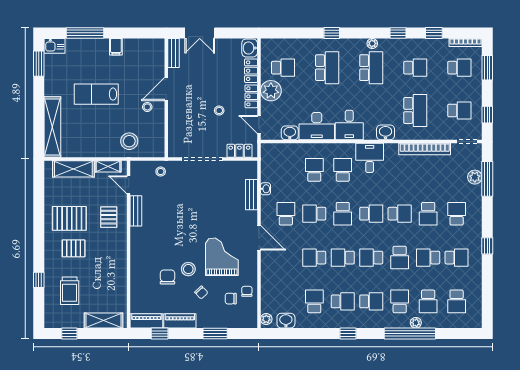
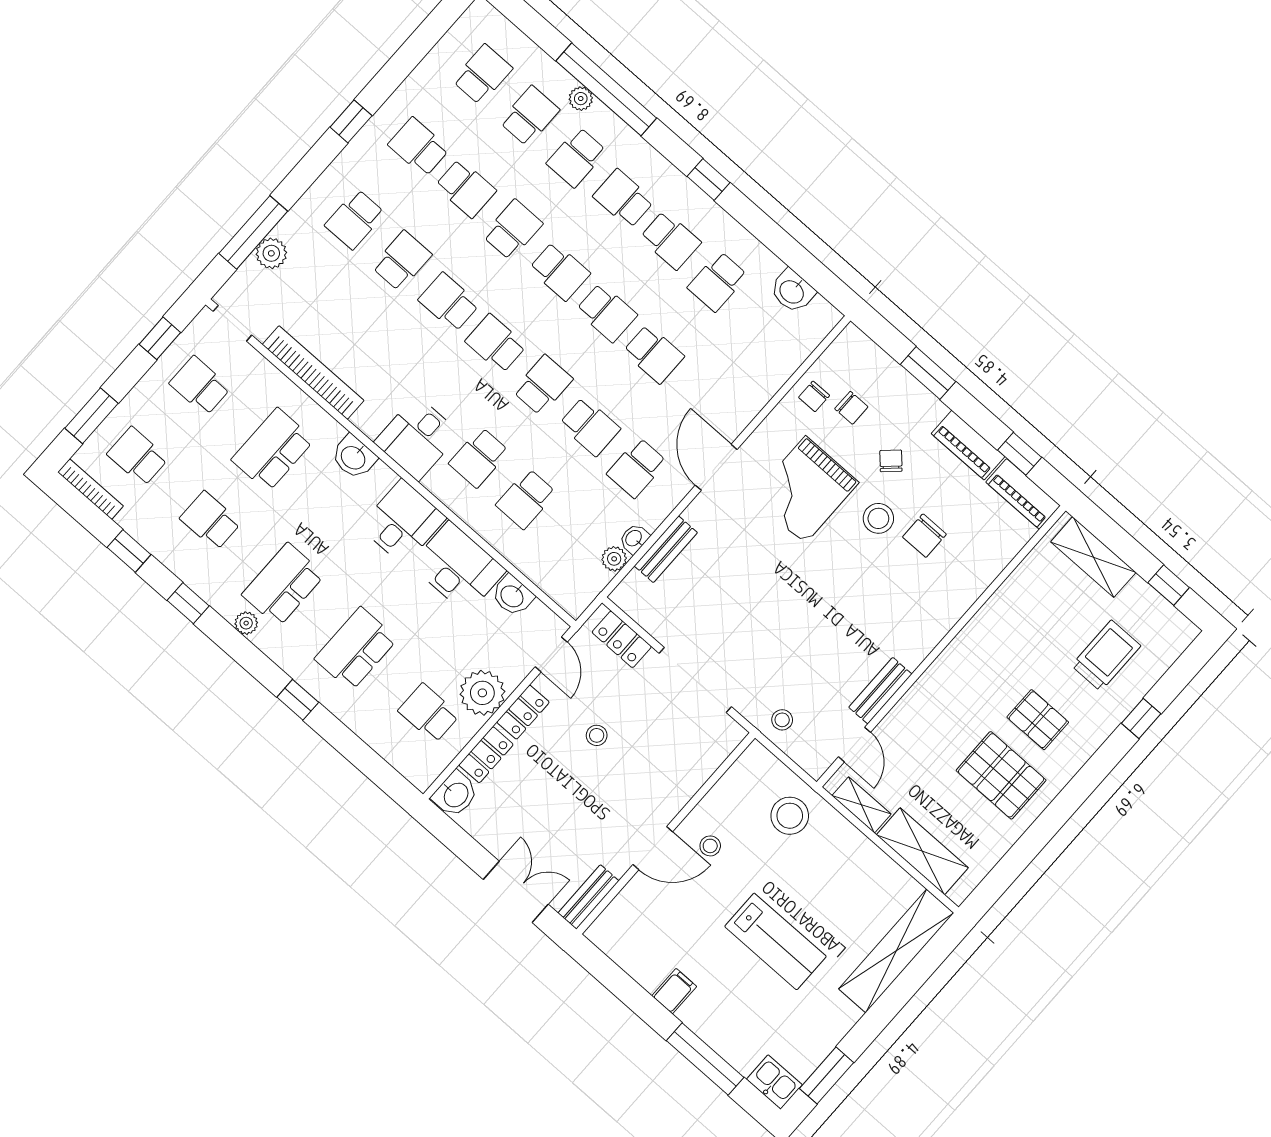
pallet: (109, 217) -> (934, 720), removed
school desk: (343, 301) -> (670, 240), turned 180
plant: (266, 319) -> (614, 559), moved

